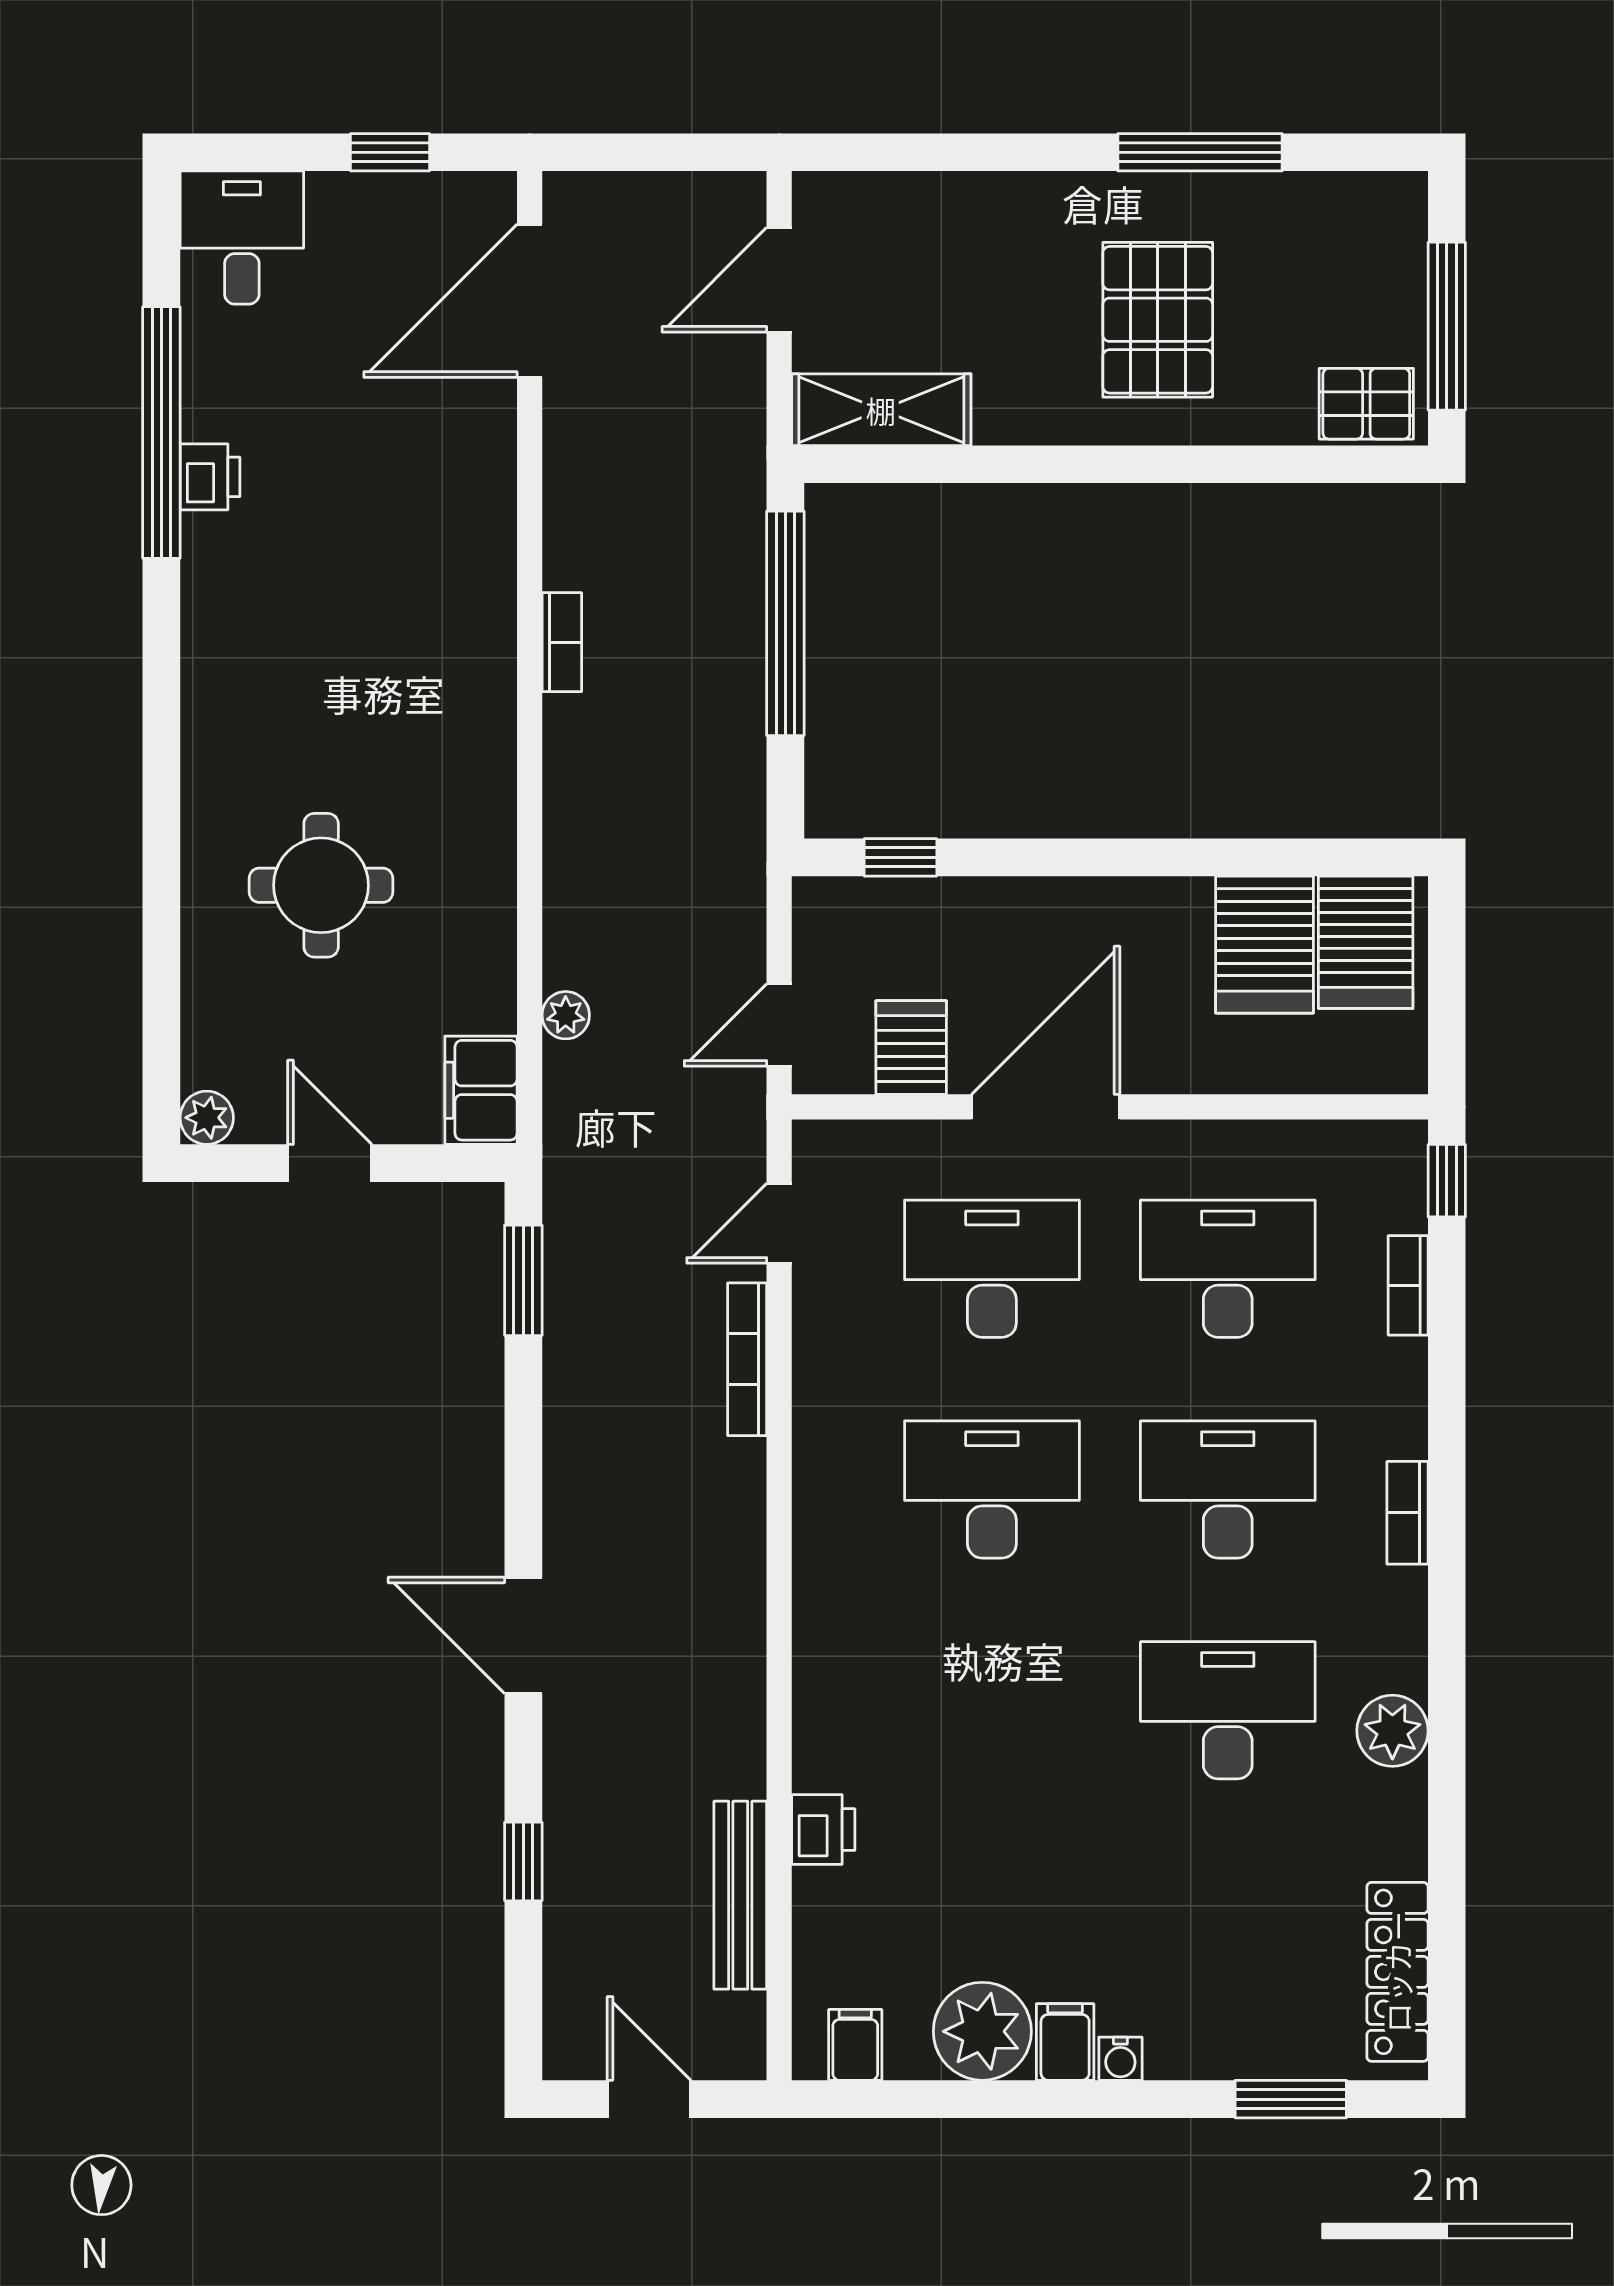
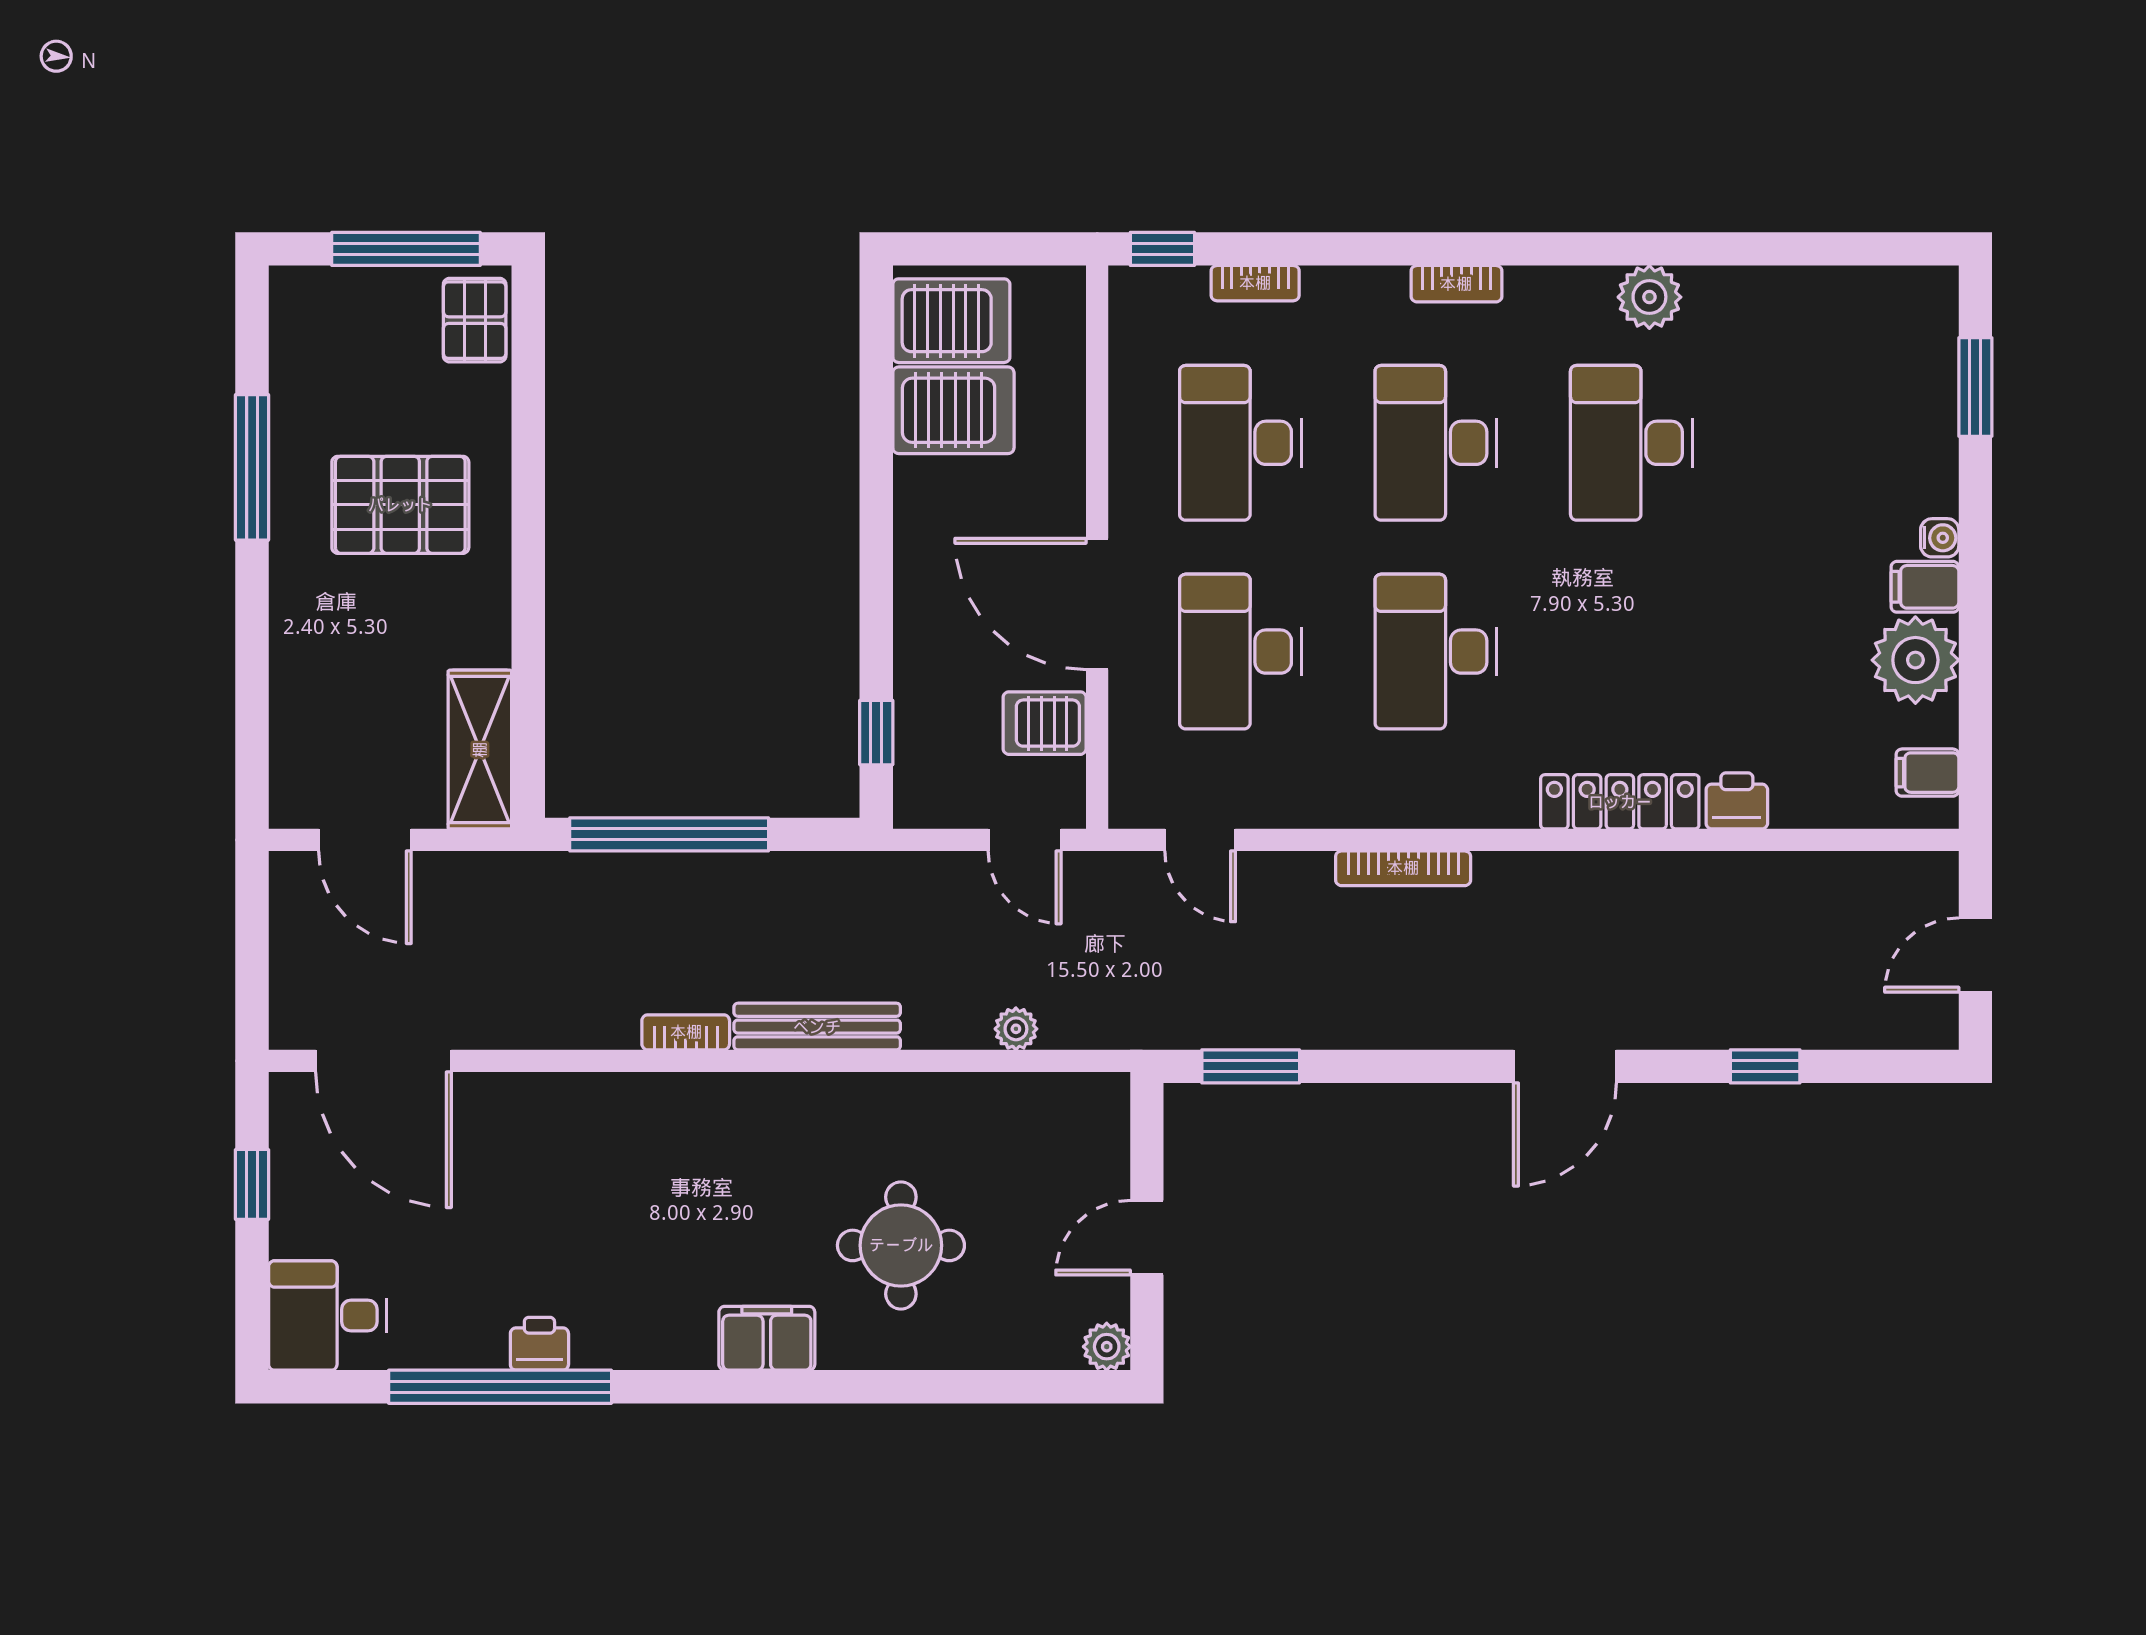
filing cabinet: (481, 1090) -> (767, 1338), moved, turned 180
bookcase: (747, 1359) -> (1403, 868), moved
bench: (740, 1895) -> (817, 1027), moved
locker: (1397, 1972) -> (1620, 802), moved, turned 180

